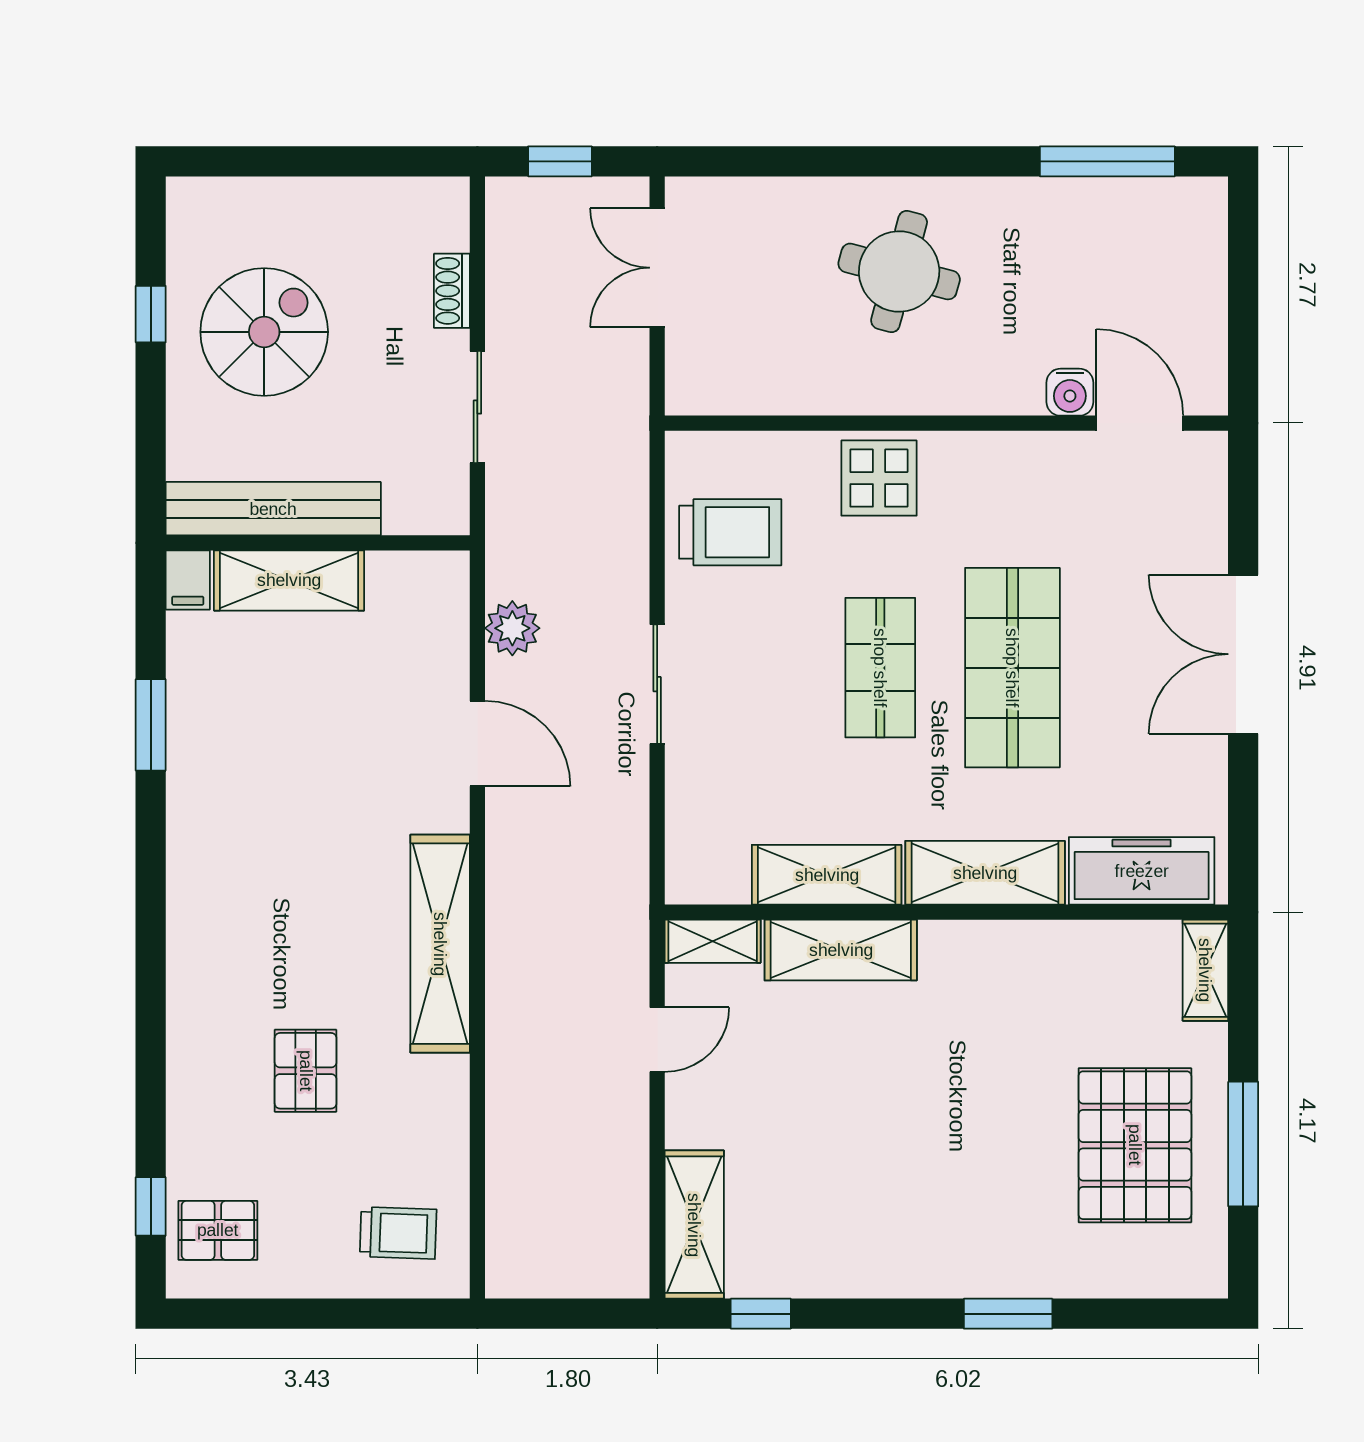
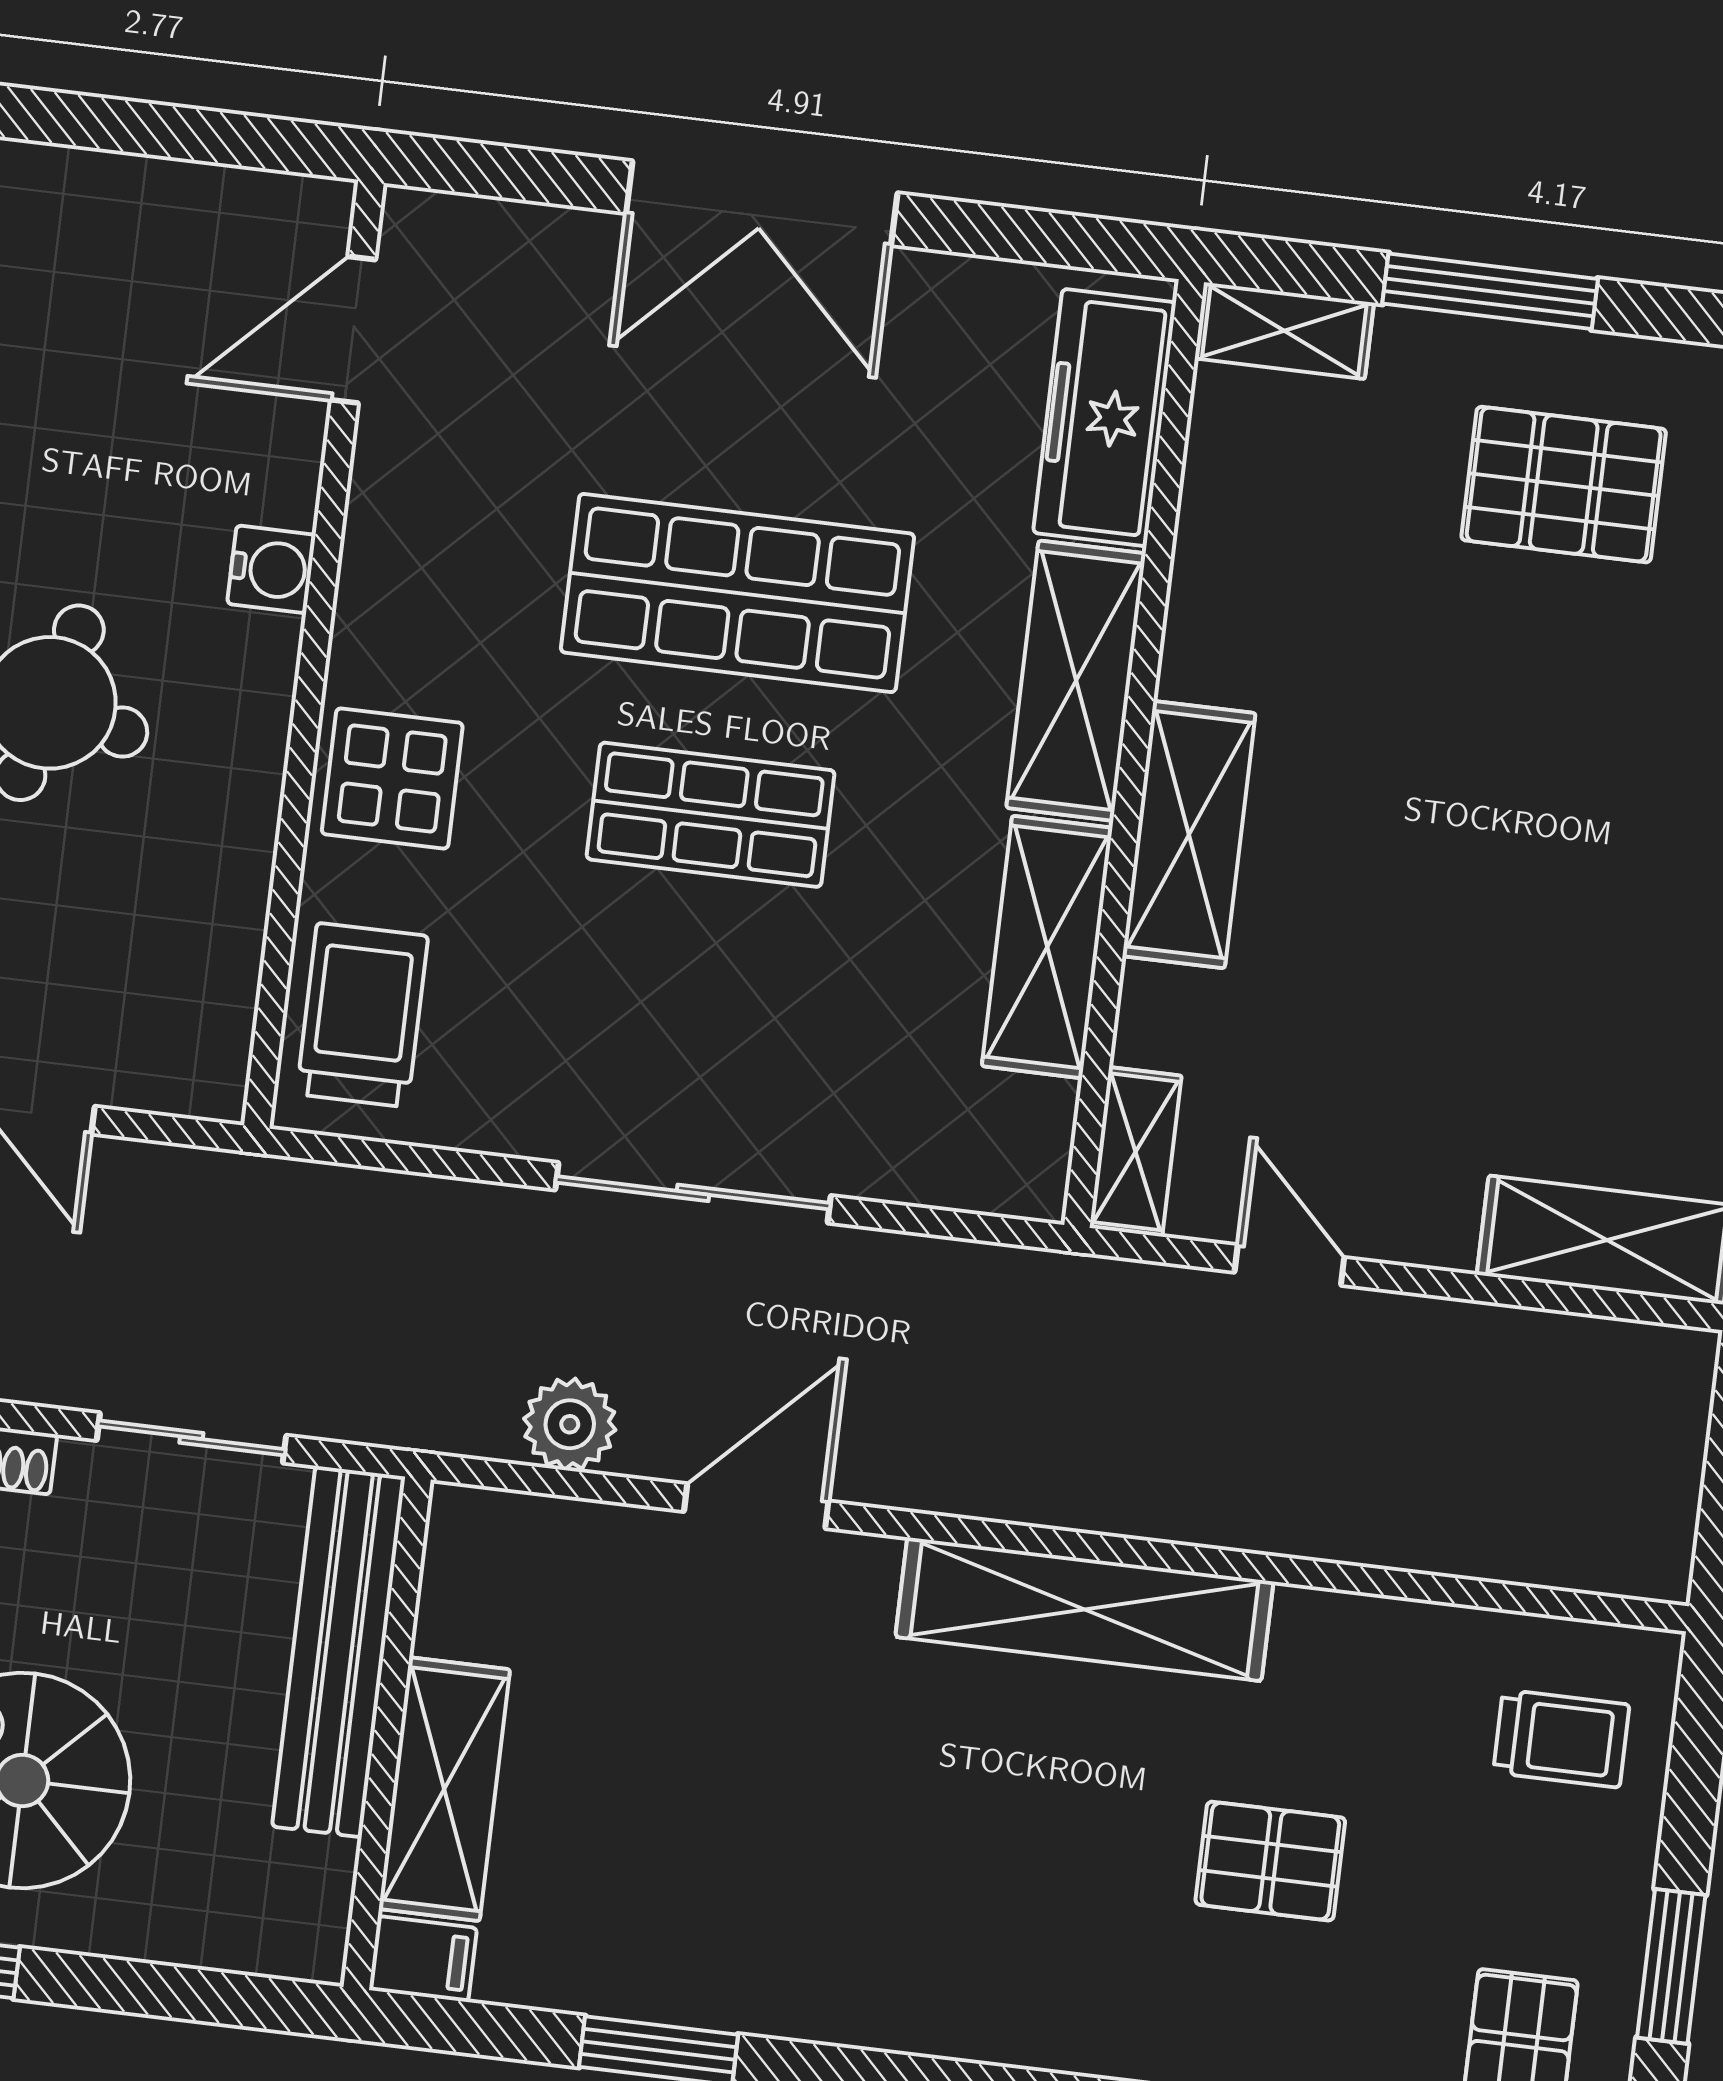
water cooler: (1070, 392) -> (271, 569), moved
bench: (273, 509) -> (339, 1652), moved
trolley: (730, 532) -> (362, 1015), moved
sliding door: (657, 684) -> (693, 1193), width x1.37
shelving: (841, 950) -> (1189, 835), moved
window: (1243, 1144) -> (1490, 291), moved
pallet: (1135, 1145) -> (1564, 485), width x0.73, depth x0.71
trolley: (398, 1233) -> (1561, 1739), turned 88
window: (272, 1314) -> (1671, 1966), added

